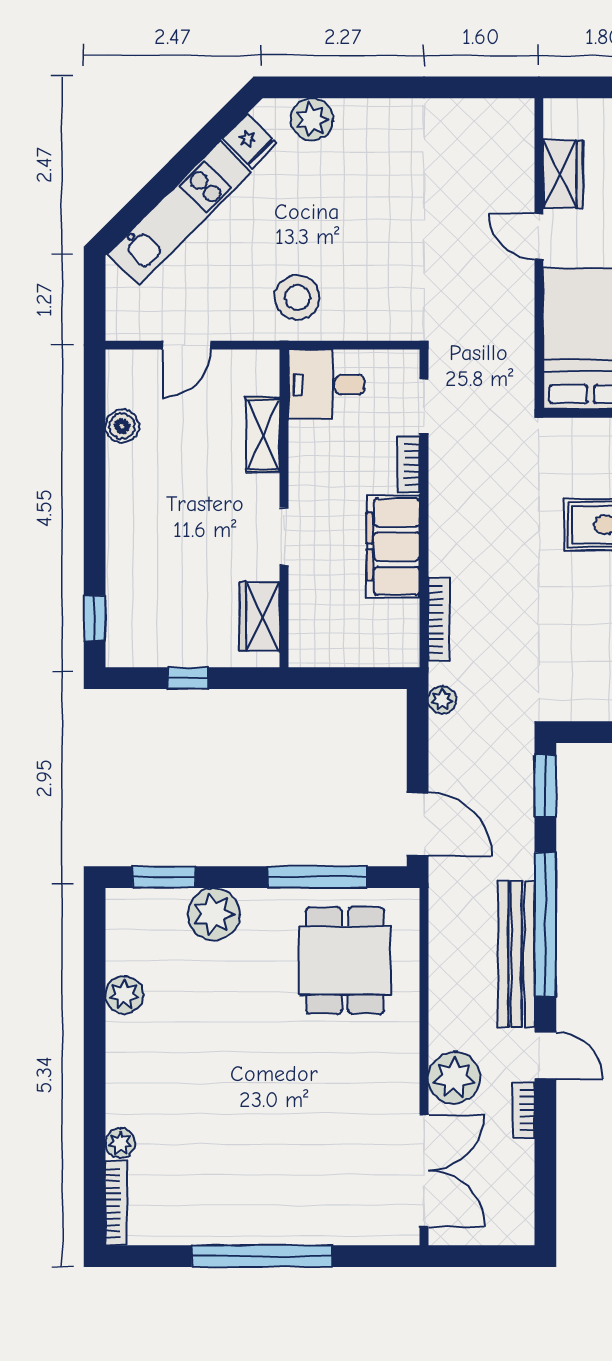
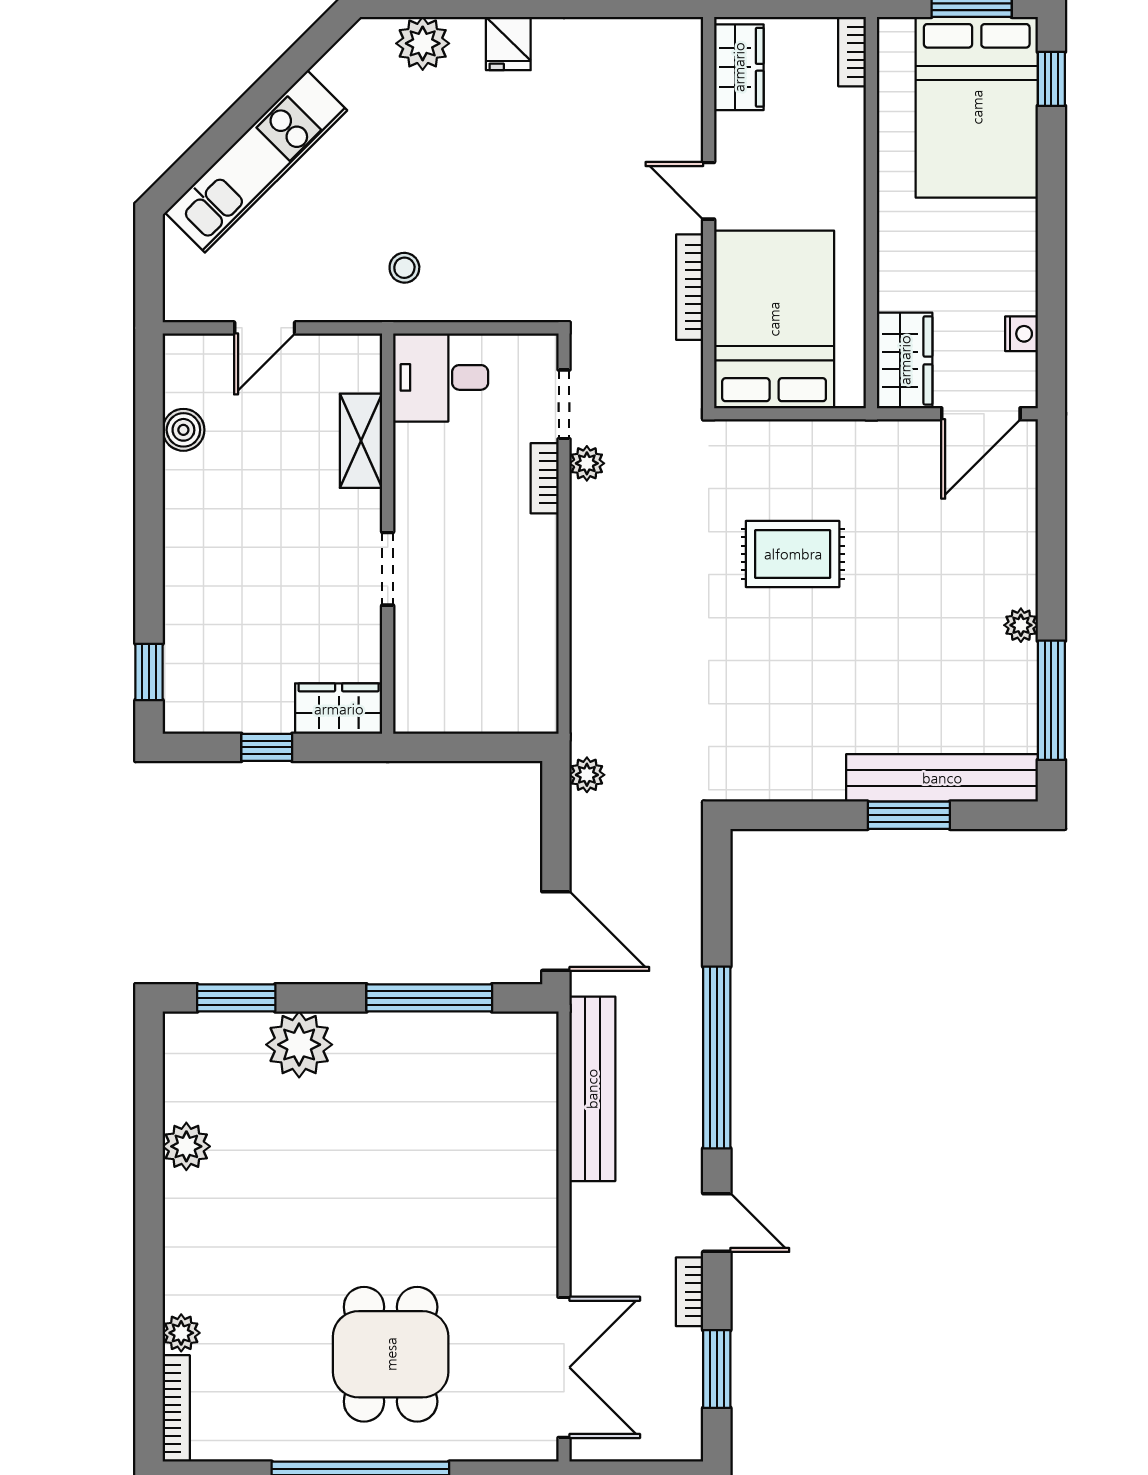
fridge: (250, 141) -> (508, 43), moved, turned 45
wardrobe: (563, 174) -> (739, 67), moved
stool: (297, 297) -> (404, 268), width x0.53, depth x0.53
filing cabinet: (393, 547) -> (525, 582), removed
wardrobe: (260, 617) -> (339, 709), moved, turned 90
bookcase: (439, 619) -> (690, 287), moved, turned 180
window: (545, 786) -> (717, 1369), moved
bench: (516, 954) -> (592, 1089), moved
dining table: (345, 961) -> (391, 1354), moved
plant: (454, 1078) -> (587, 463), moved, width x0.53, depth x0.53

